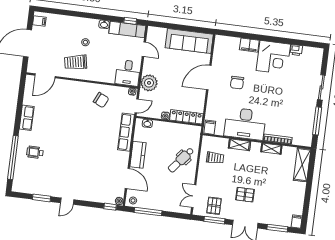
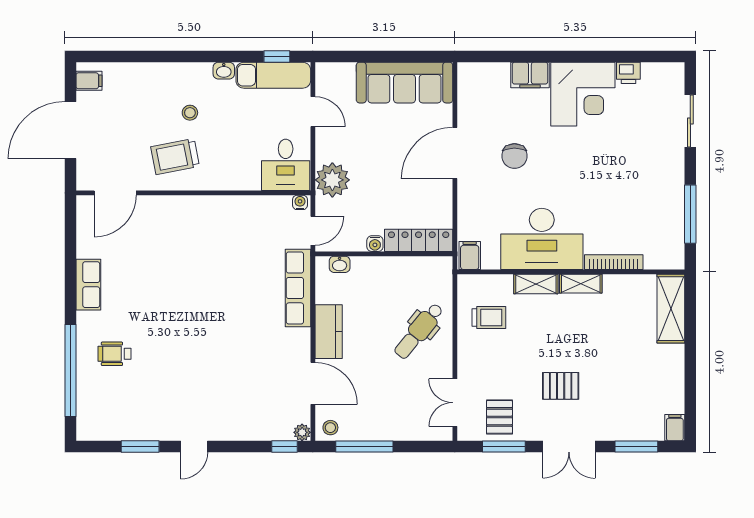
sliding door: (321, 87) -> (690, 121), moved
chair: (101, 100) -> (238, 228), removed
shelving: (271, 149) -> (581, 284), moved

